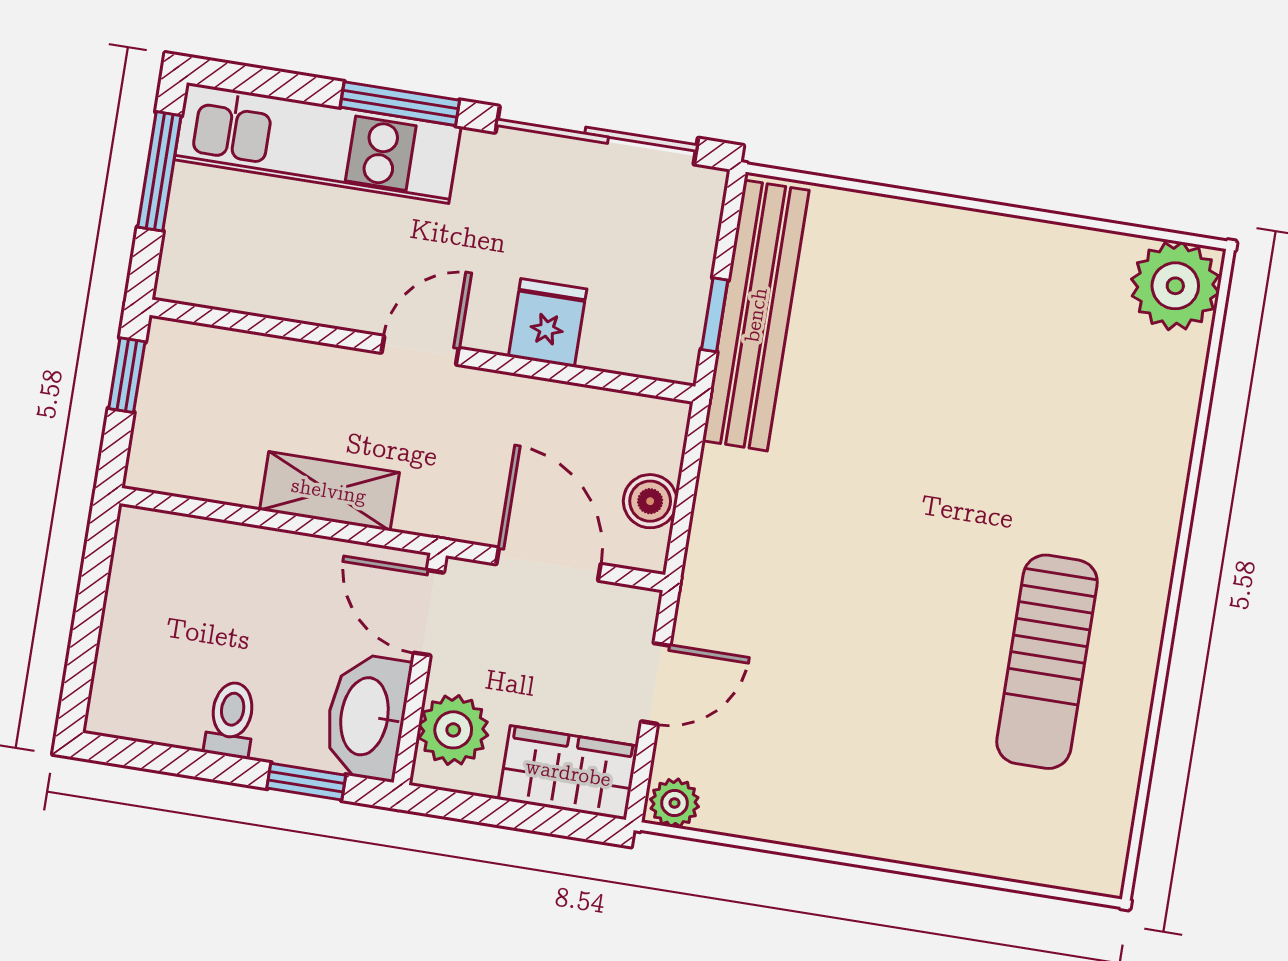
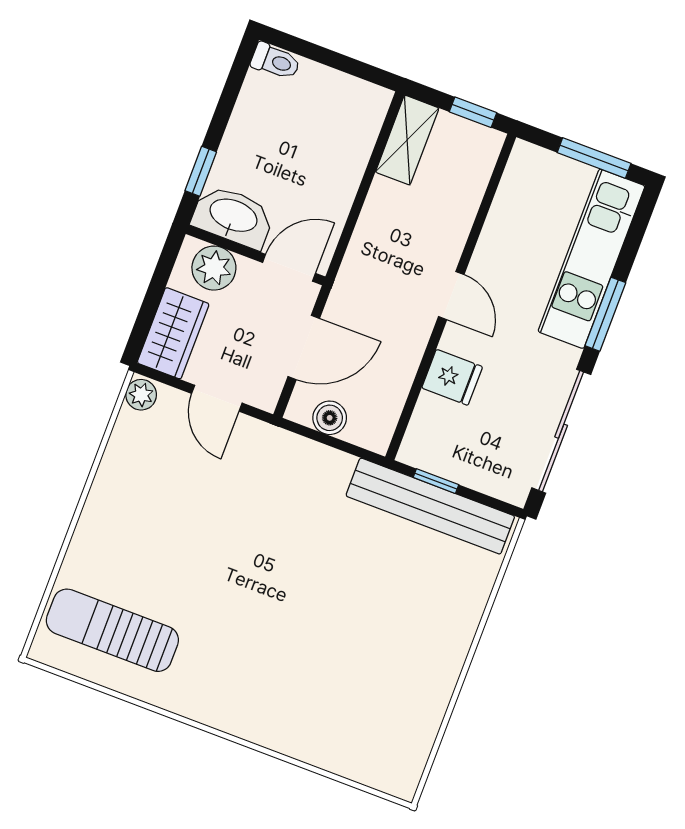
plant: (1175, 286) -> (396, 768), removed
shelving: (329, 491) -> (407, 140), moved
sun lounger: (1047, 662) -> (112, 630), moved
toilet: (231, 719) -> (275, 61), moved

